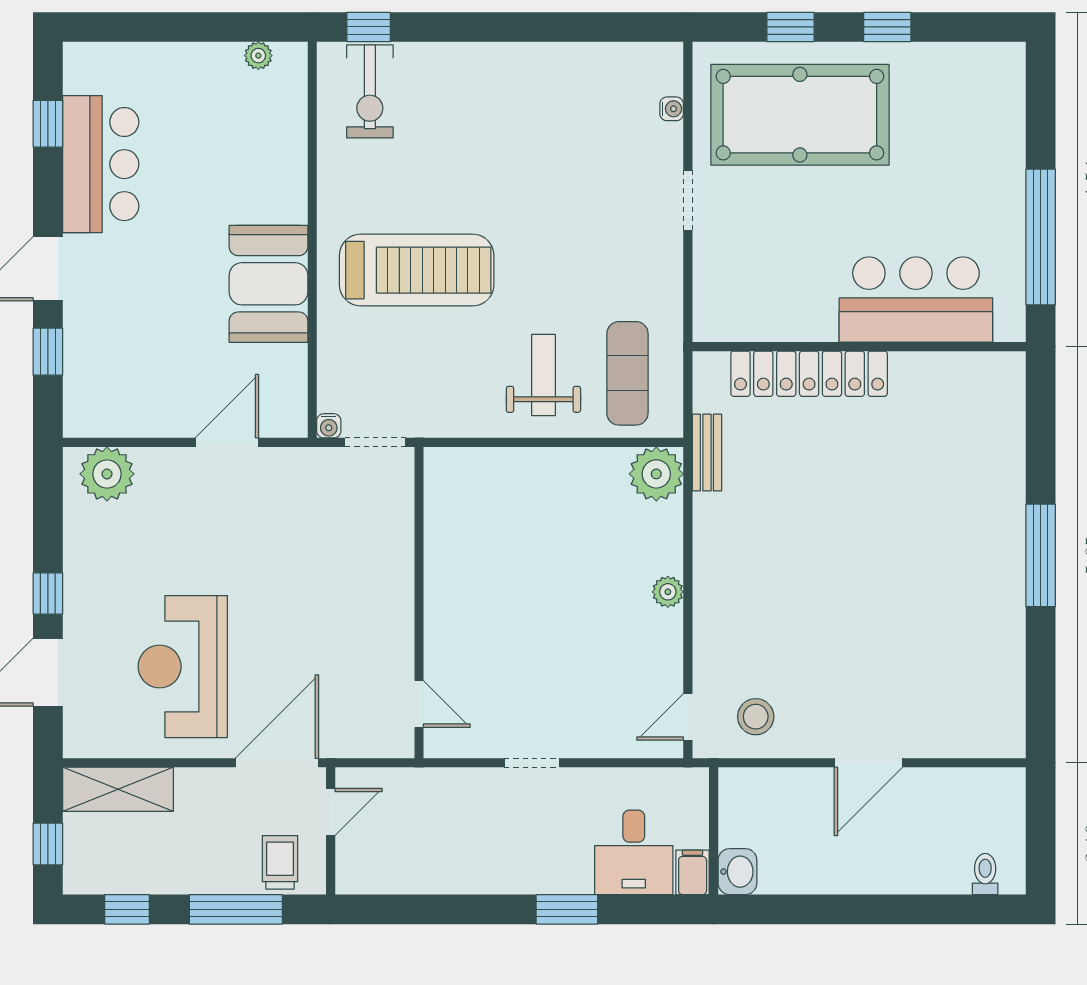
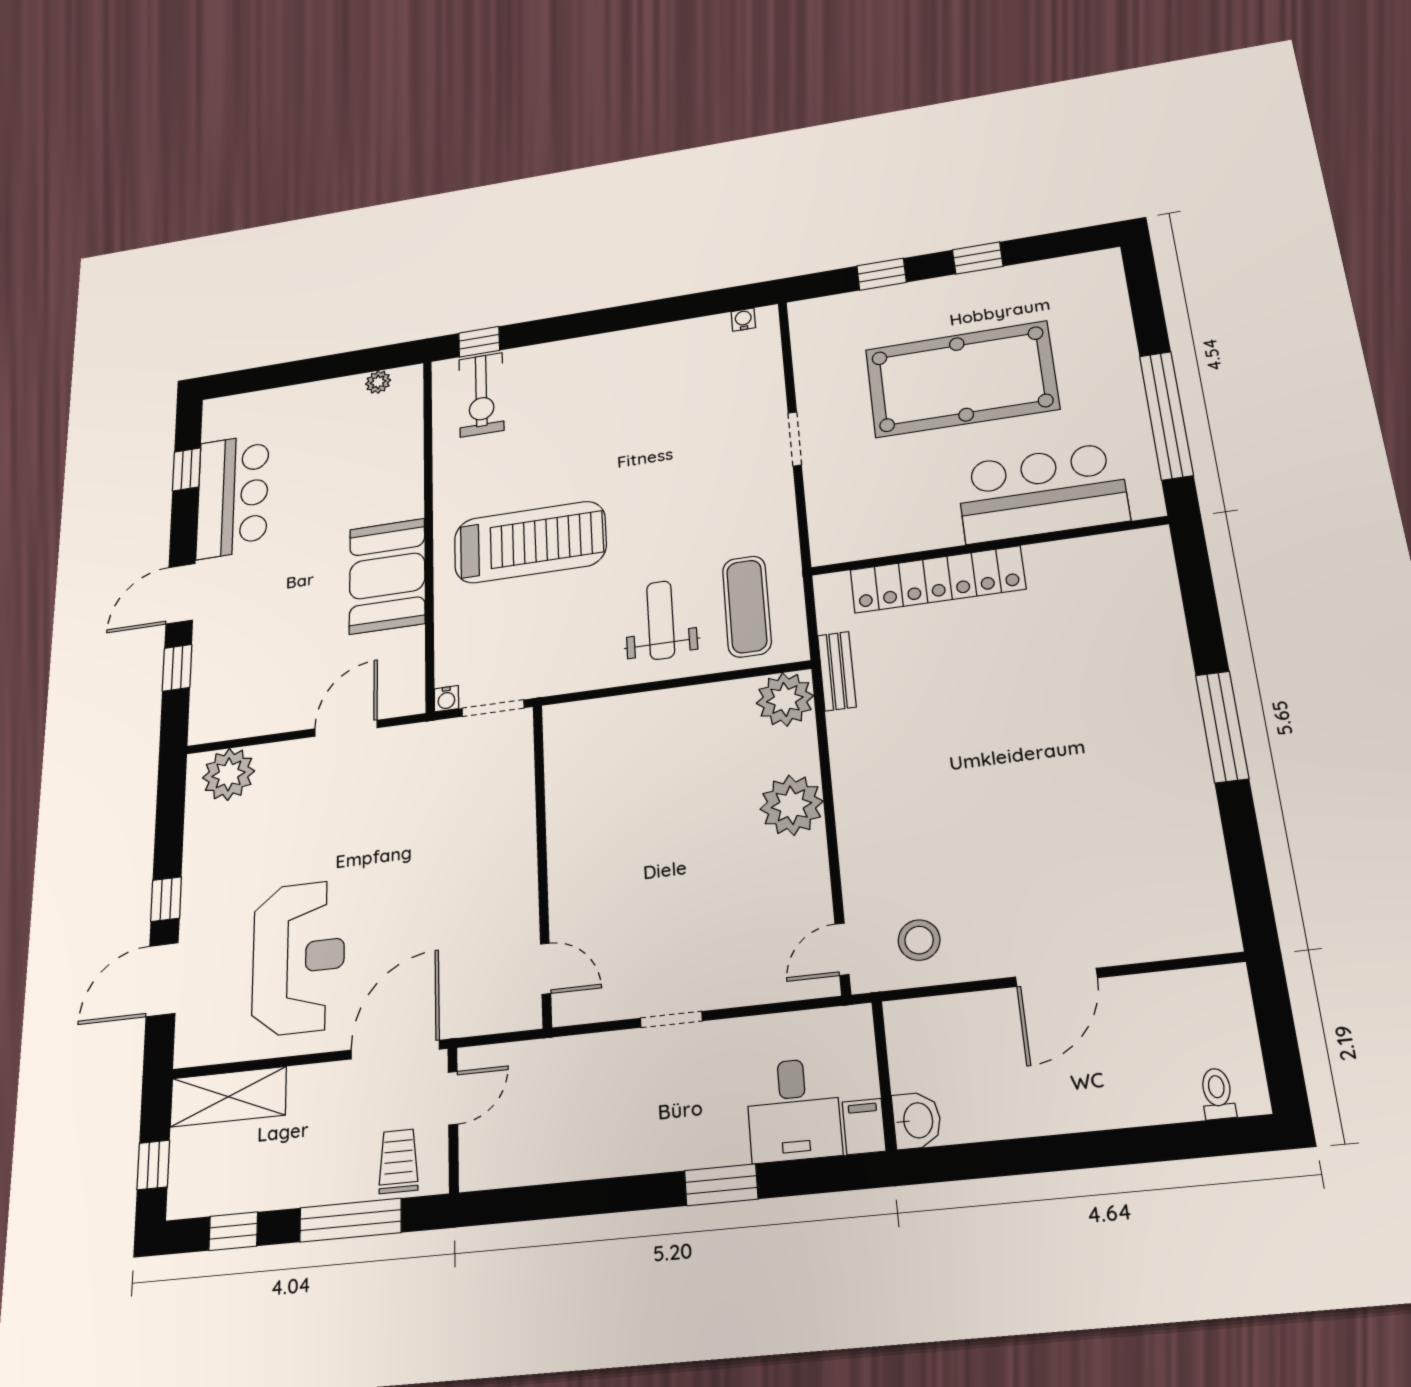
water cooler: (672, 109) -> (743, 320), moved, turned -90
pool table: (800, 115) -> (961, 379), moved
plant: (668, 592) -> (792, 805), width x1.87, depth x1.87
reception desk: (183, 667) -> (298, 958), turned 180

